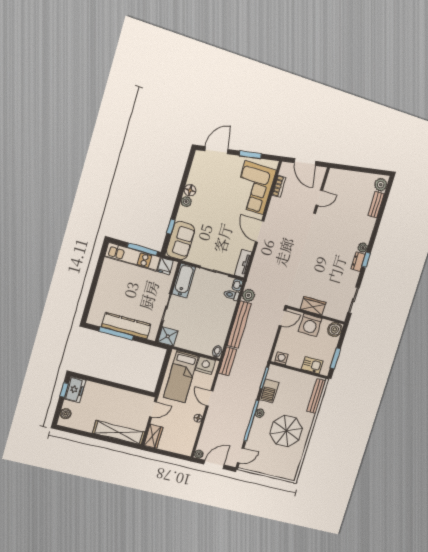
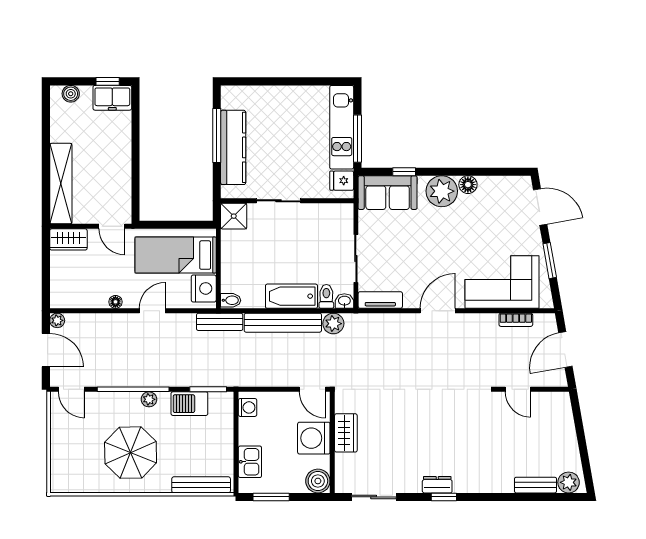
plant: (186, 202) -> (442, 191), width x1.88, depth x1.88
plant: (363, 247) -> (462, 485), removed
bathtub: (184, 281) -> (291, 296), moved, turned 180

